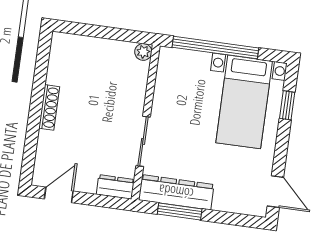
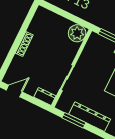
plant: (143, 52) -> (77, 33), width x1.88, depth x1.88
dresser: (176, 192) -> (90, 117), moved

